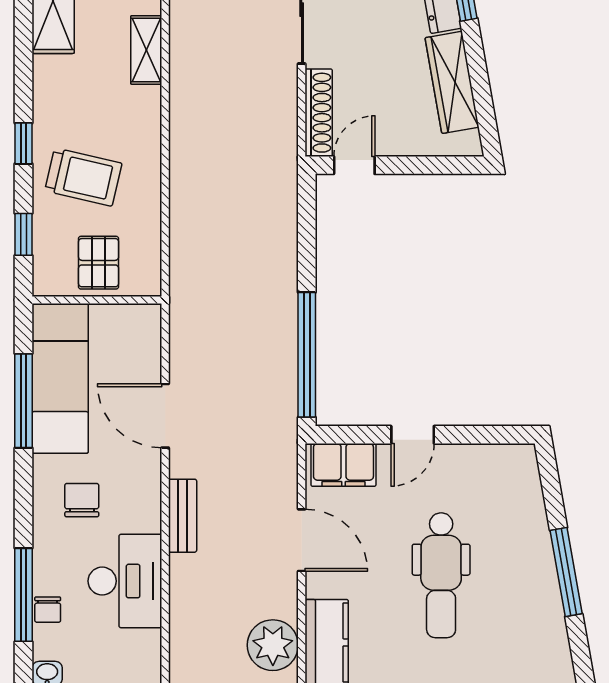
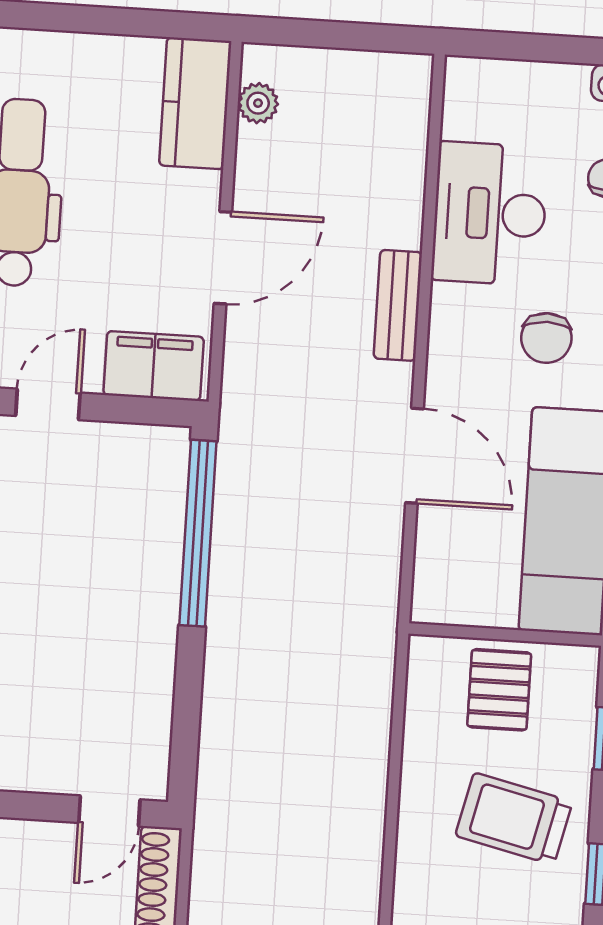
door: (302, 540) -> (223, 258), swing flipped
plant: (273, 645) -> (258, 103), width x0.53, depth x0.53

